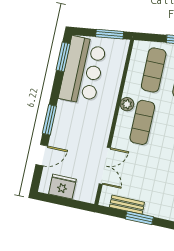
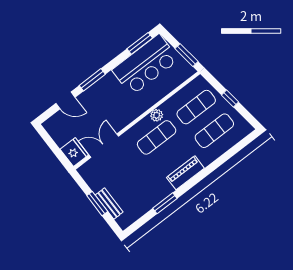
double door: (105, 166) -> (104, 146), swing flipped
fridge: (62, 187) -> (74, 152), moved
bench: (127, 205) -> (109, 204), moved

